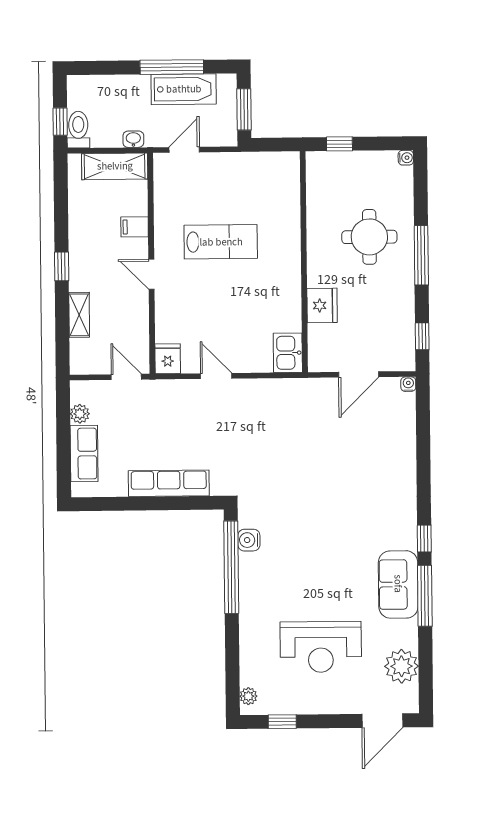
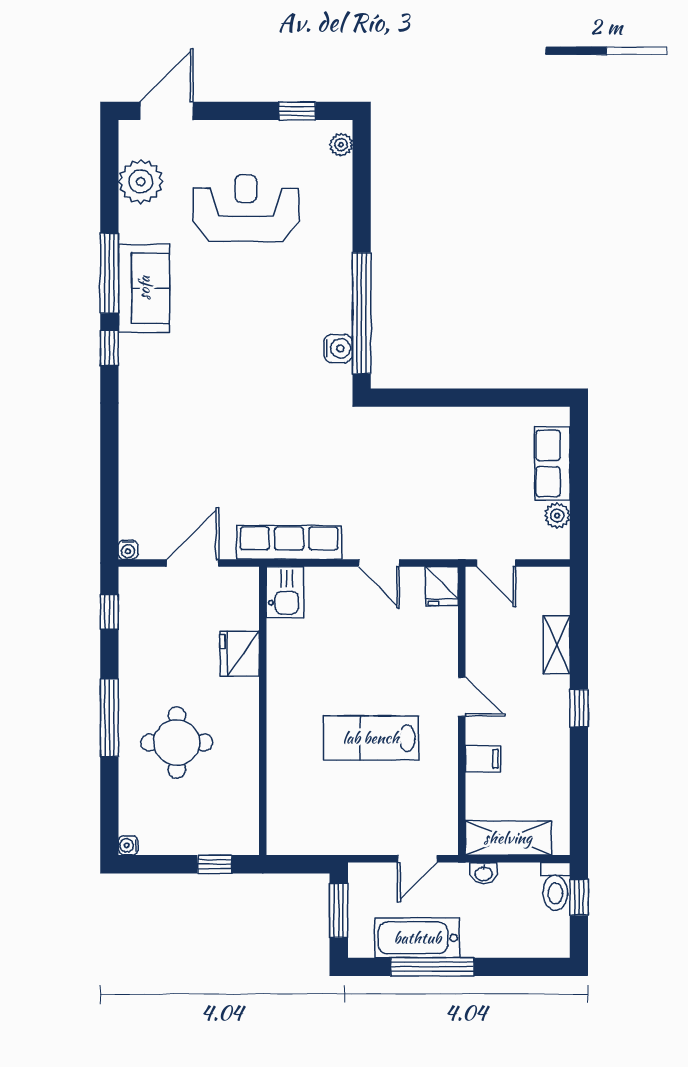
row of seats: (169, 483) -> (289, 542), moved, turned 180

